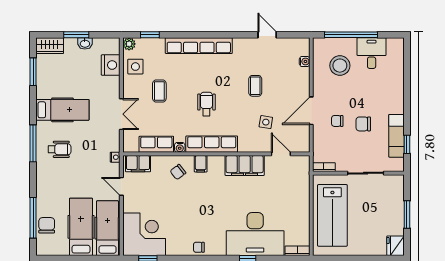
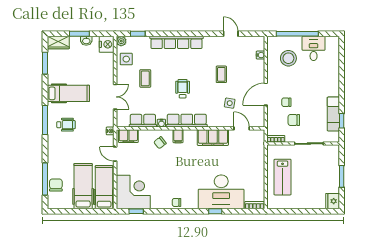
nightstand: (111, 65) -> (107, 44), moved
chair: (363, 124) -> (294, 120), moved
lab bench: (332, 215) -> (283, 177), width x0.73, depth x0.72

